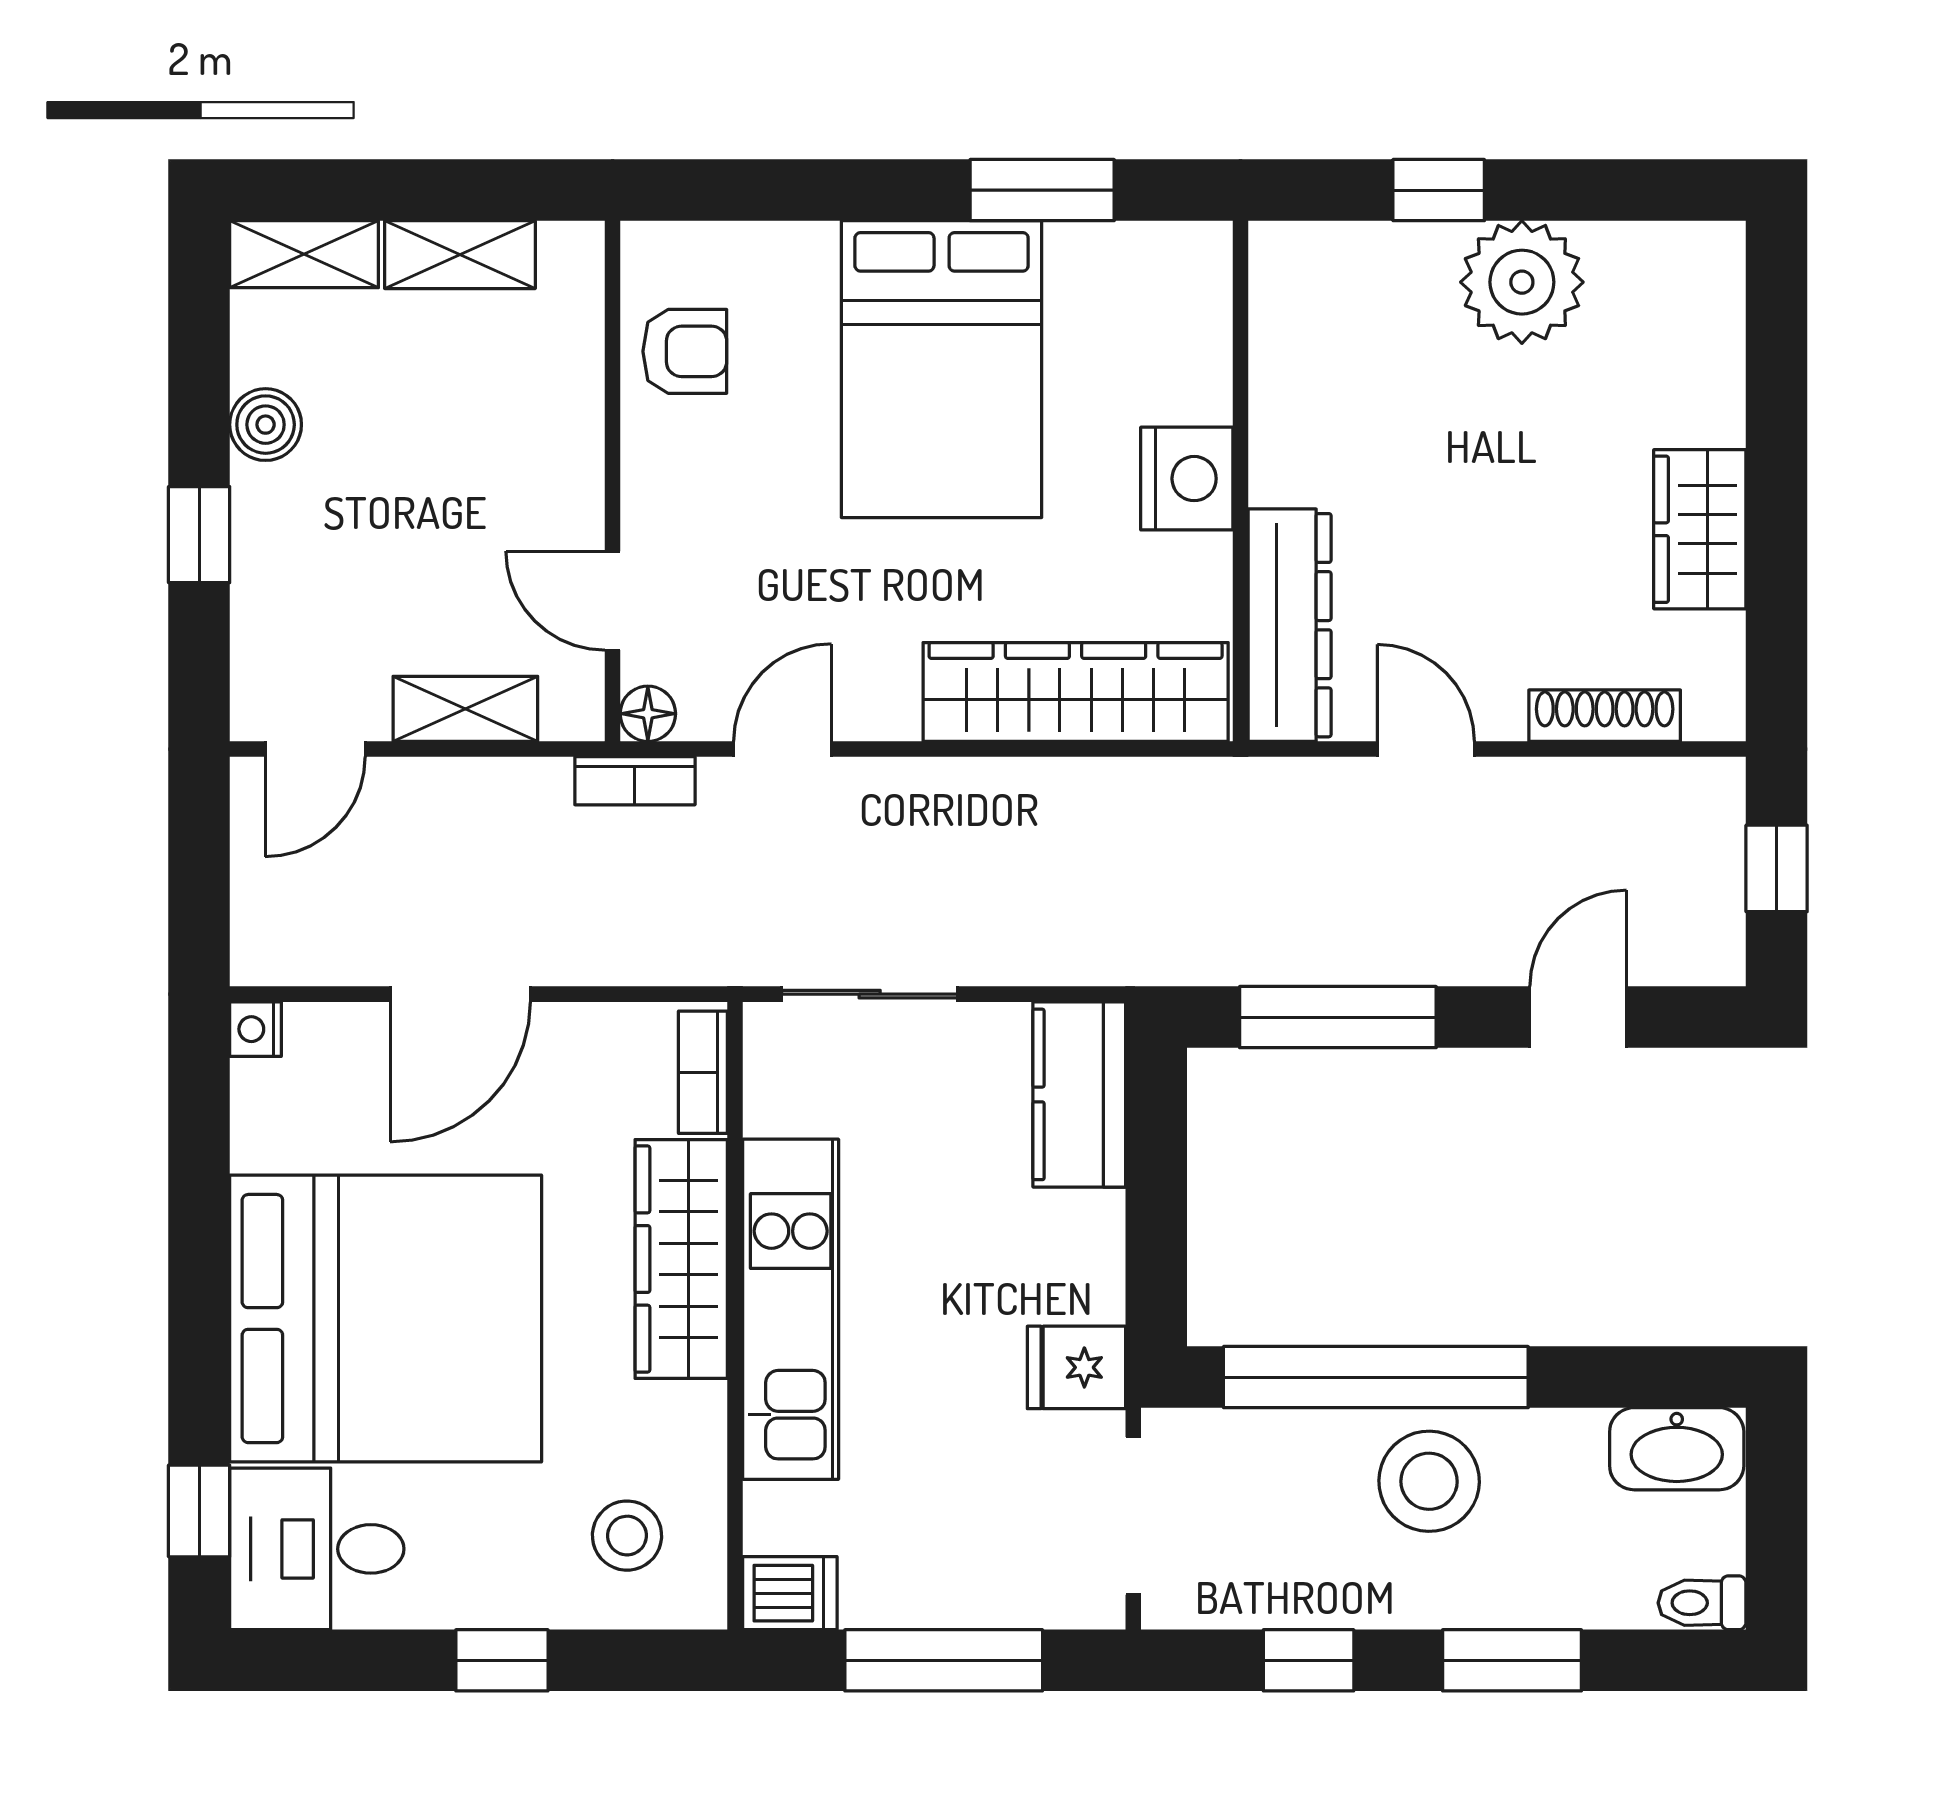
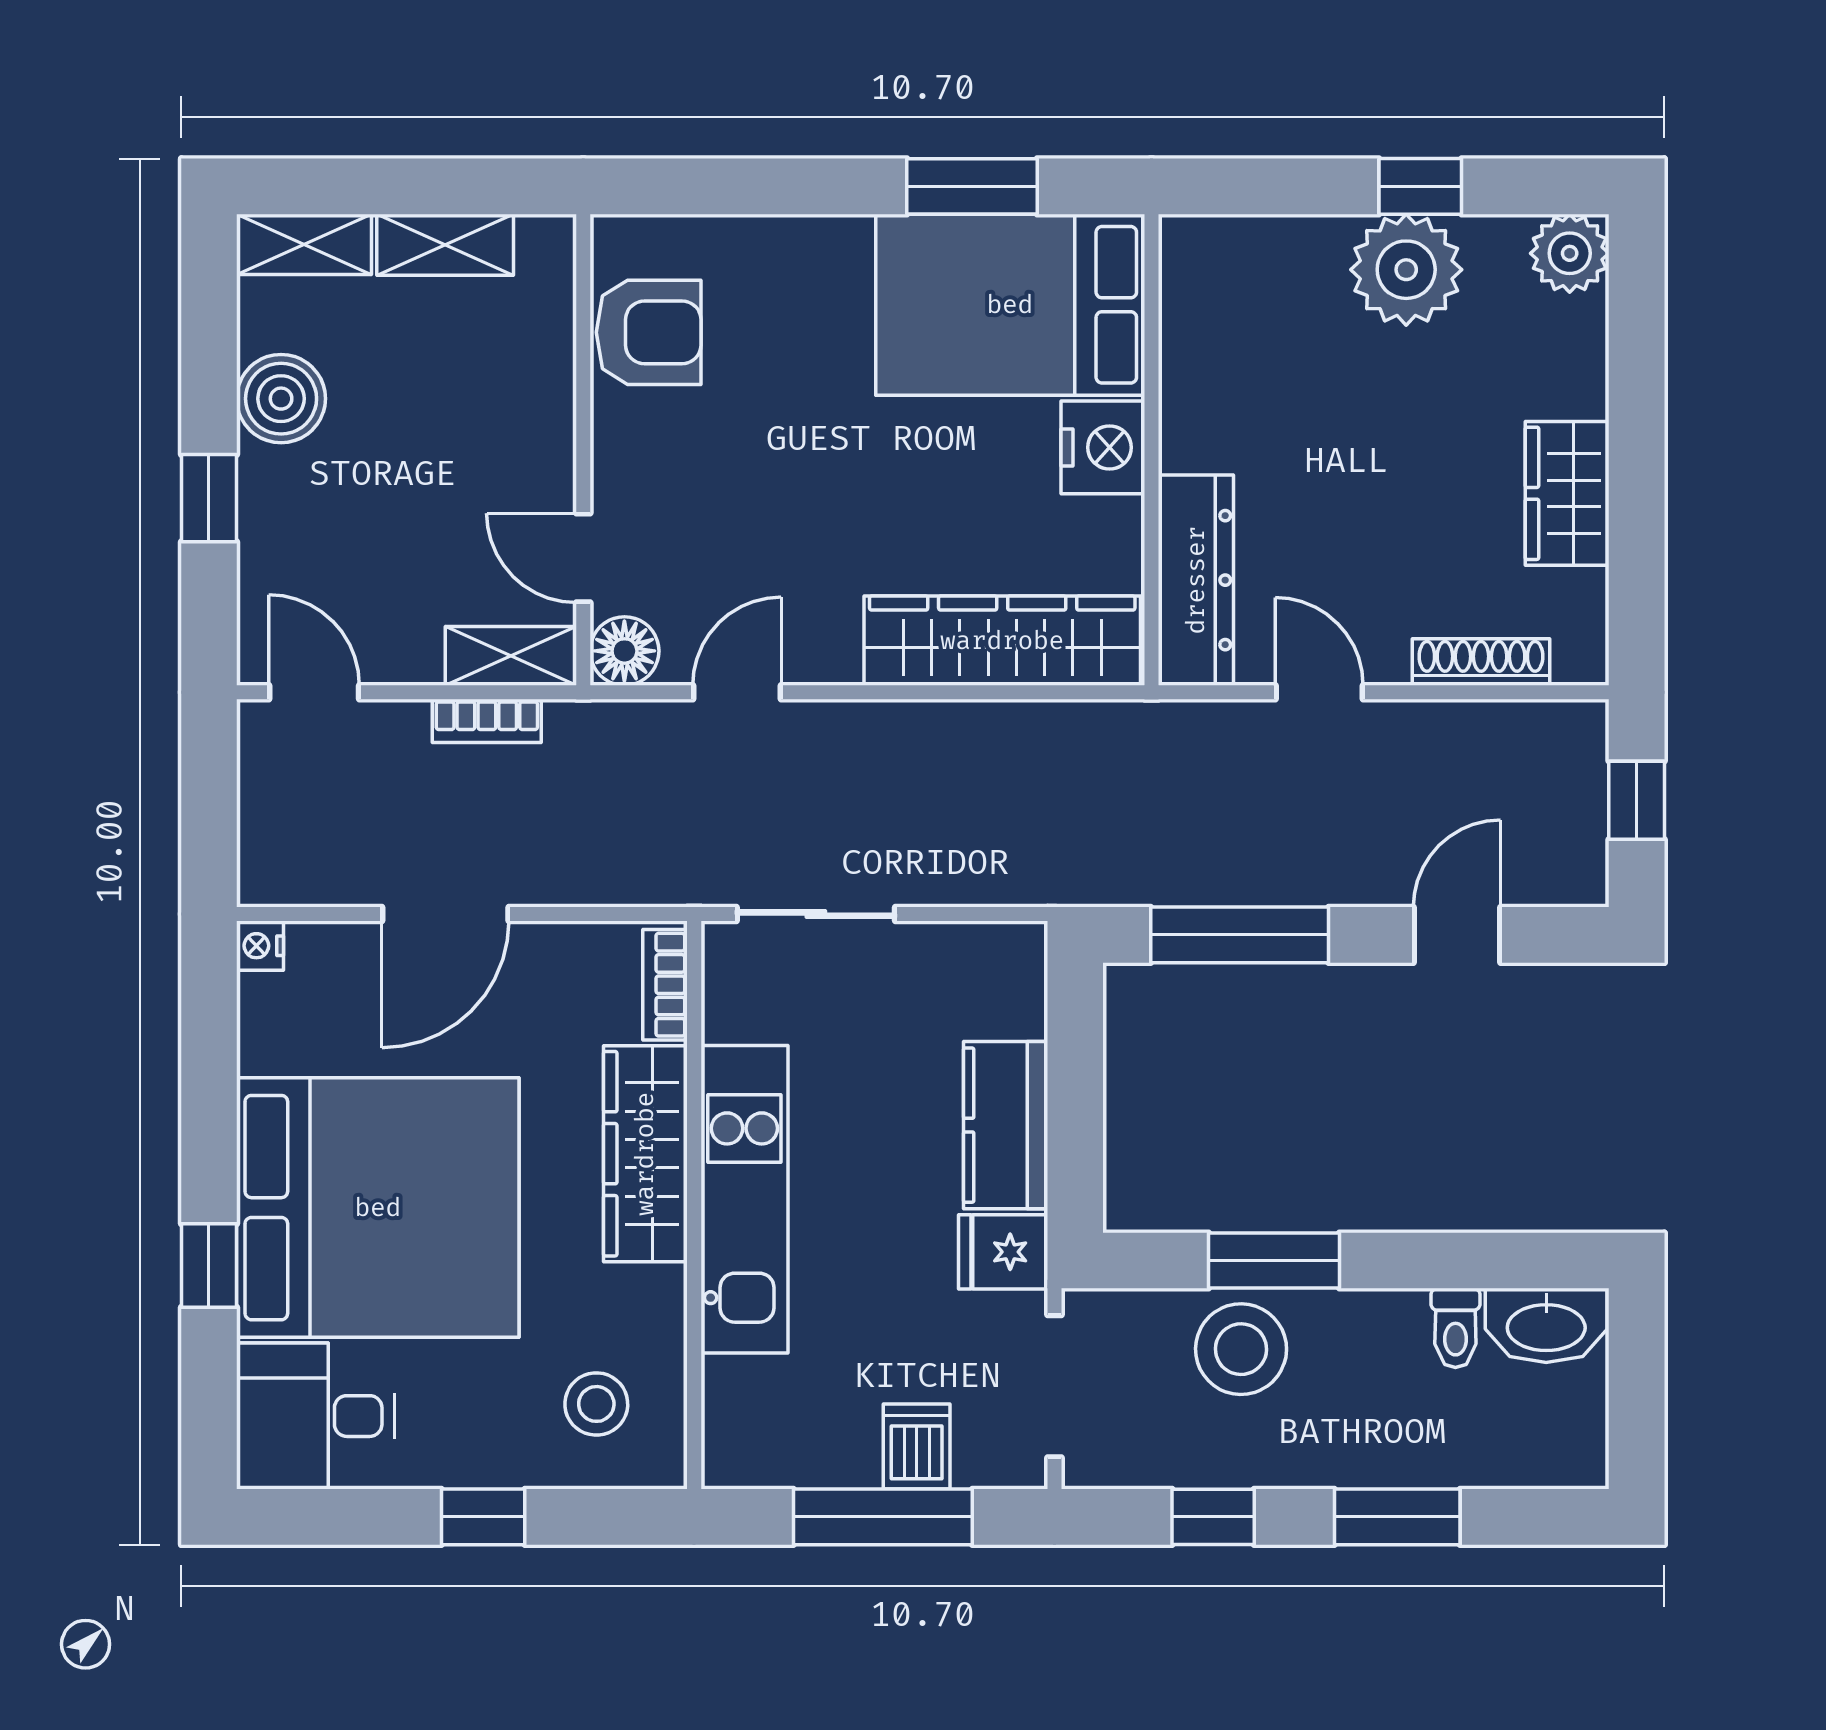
window: (1439, 190) -> (1420, 186), moved
plant: (1703, 264) -> (1570, 253), added
armchair: (685, 351) -> (649, 332), width x1.38, depth x1.38
bed: (942, 369) -> (1010, 305), moved, turned 90
boiler: (266, 425) -> (281, 399), width x1.36, depth x1.36
shelving: (465, 709) -> (511, 656), moved
floor lamp: (648, 714) -> (624, 651), width x1.37, depth x1.37
door: (315, 749) -> (314, 692), swing flipped
bookcase: (635, 781) -> (487, 721), moved
kitchen counter: (1079, 1094) -> (1006, 1125), moved
window: (1376, 1377) -> (1274, 1261), width x0.47
stool: (1429, 1481) -> (1241, 1349), moved
window: (199, 1511) -> (209, 1266), moved
dishwasher: (790, 1593) -> (917, 1446), moved, turned -90
toilet: (1702, 1603) -> (1455, 1328), moved, turned -90

